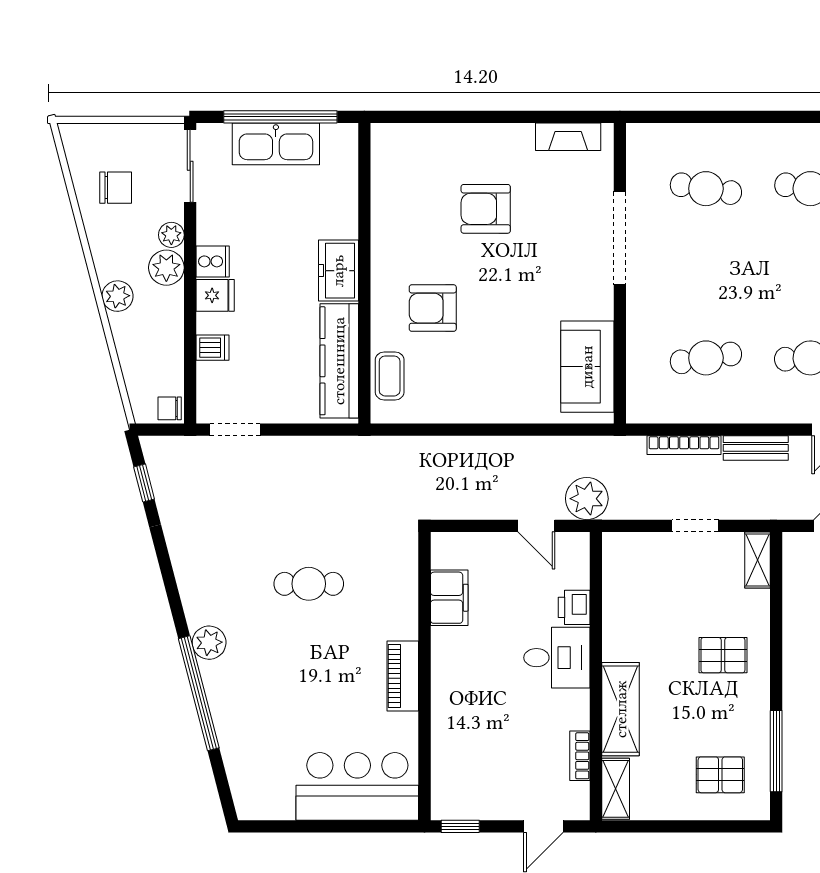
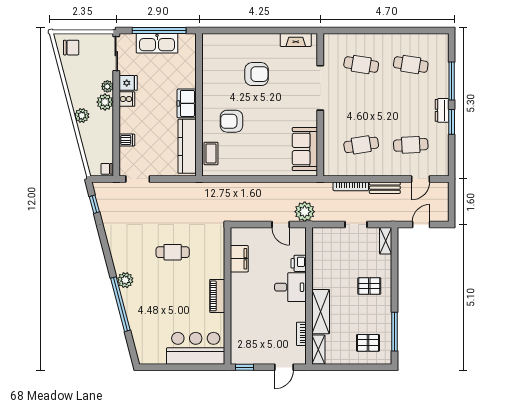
chair: (116, 188) -> (71, 48), moved
armchair: (486, 209) -> (257, 74), turned 180
fridge: (215, 295) -> (128, 83), moved

